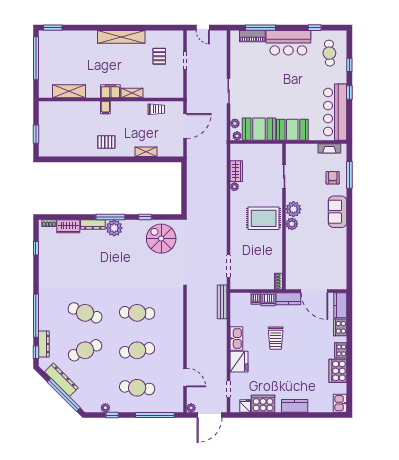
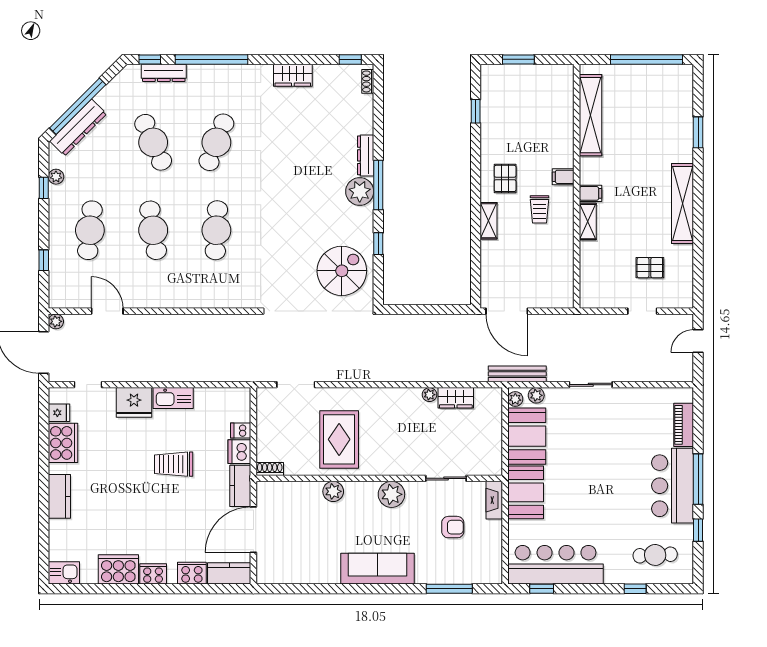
window: (53, 28) -> (698, 132), moved
window: (260, 28) -> (698, 479), moved
shelving: (69, 91) -> (591, 115), width x1.47
filing cabinet: (110, 91) -> (591, 193), width x0.50
window: (349, 93) -> (542, 589), moved
trolley: (156, 109) -> (539, 209), moved
door: (185, 126) -> (507, 311), moved
fireplace: (329, 148) -> (494, 500), moved
shelving: (146, 152) -> (489, 221), moved
window: (67, 159) -> (476, 111), added
armchair: (333, 178) -> (453, 527), moved
sofa: (337, 212) -> (378, 569), width x1.36
rug: (264, 218) -> (339, 439), moved
plant: (292, 224) -> (333, 491), moved
wardrobe: (68, 226) -> (293, 75), moved, turned -90
window: (36, 248) -> (350, 59), moved
bench: (222, 302) -> (517, 374), moved
door: (185, 377) -> (107, 311), swing flipped
dresser: (61, 380) -> (78, 127), moved
window: (155, 415) -> (44, 260), width x0.32

